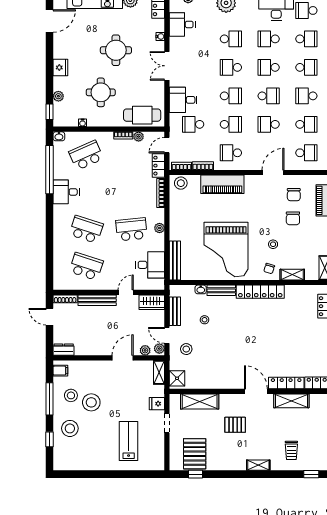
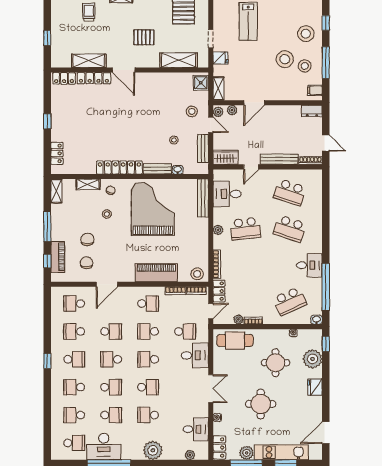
plant: (58, 96) -> (313, 359), width x1.88, depth x1.88

